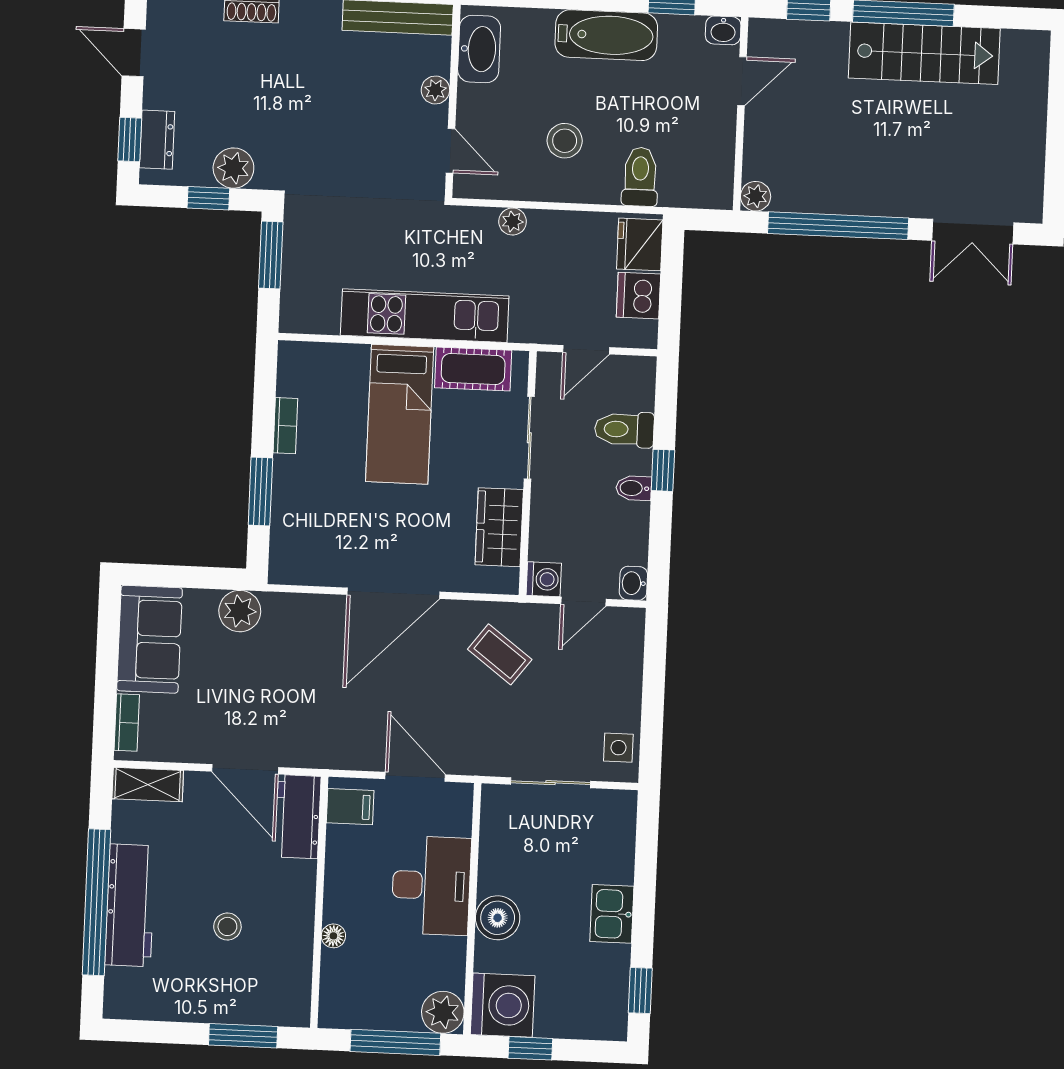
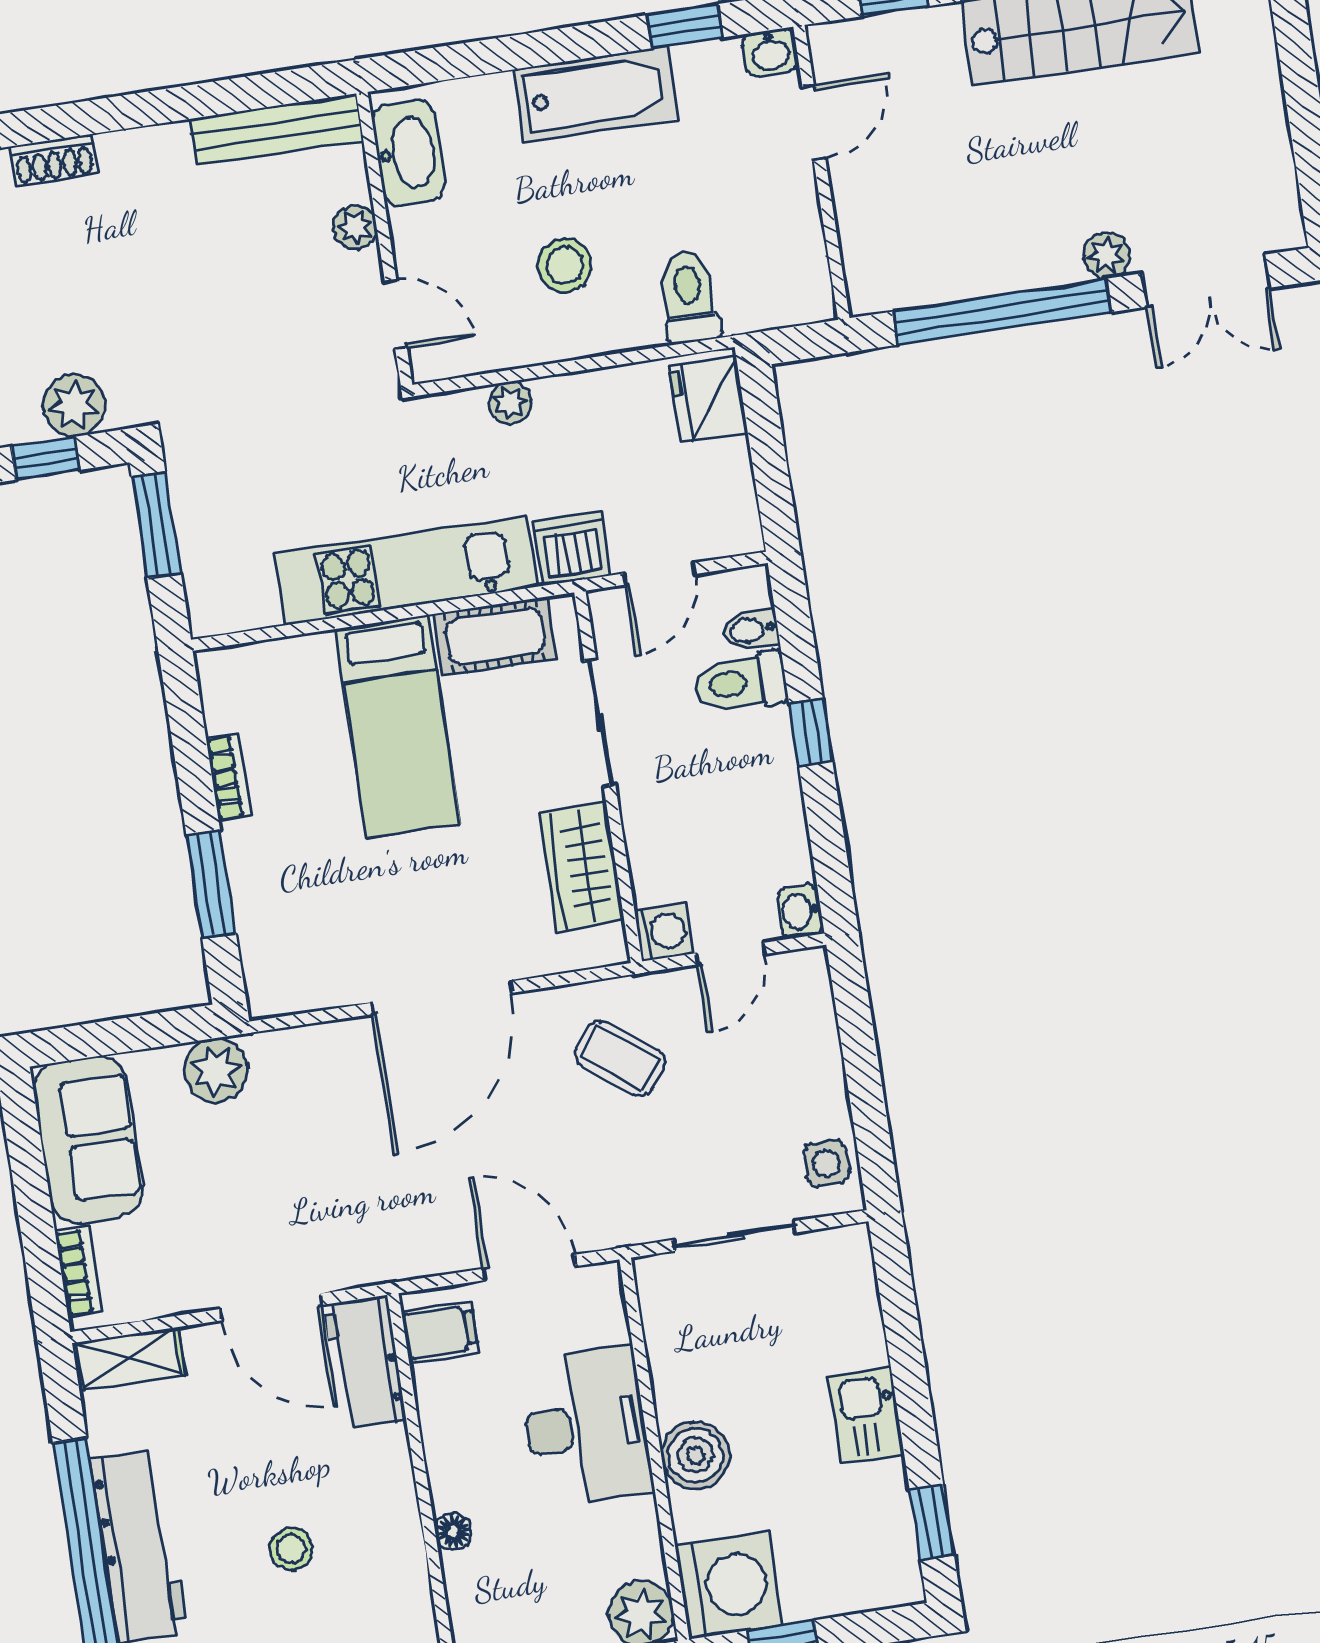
plant: (756, 196) -> (1107, 256), moved
dishwasher: (638, 296) -> (572, 549), moved, turned 90
bidet: (634, 488) -> (751, 630), moved

